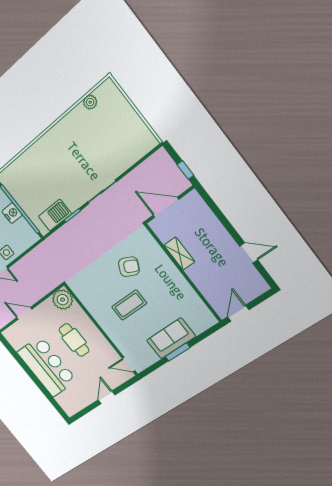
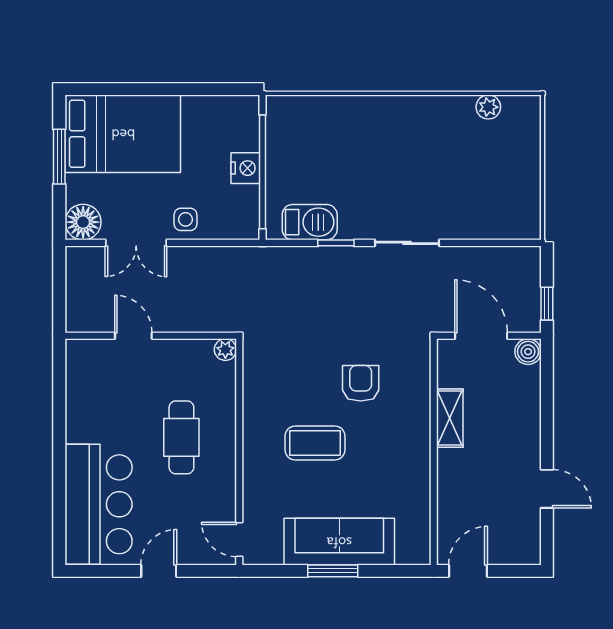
boiler: (193, 198) -> (528, 352), added
armchair: (129, 267) -> (361, 383), turned -116
plant: (63, 300) -> (225, 350), width x0.53, depth x0.53
sofa: (171, 338) -> (339, 542), width x1.36
bar counter: (47, 366) -> (99, 504), moved

